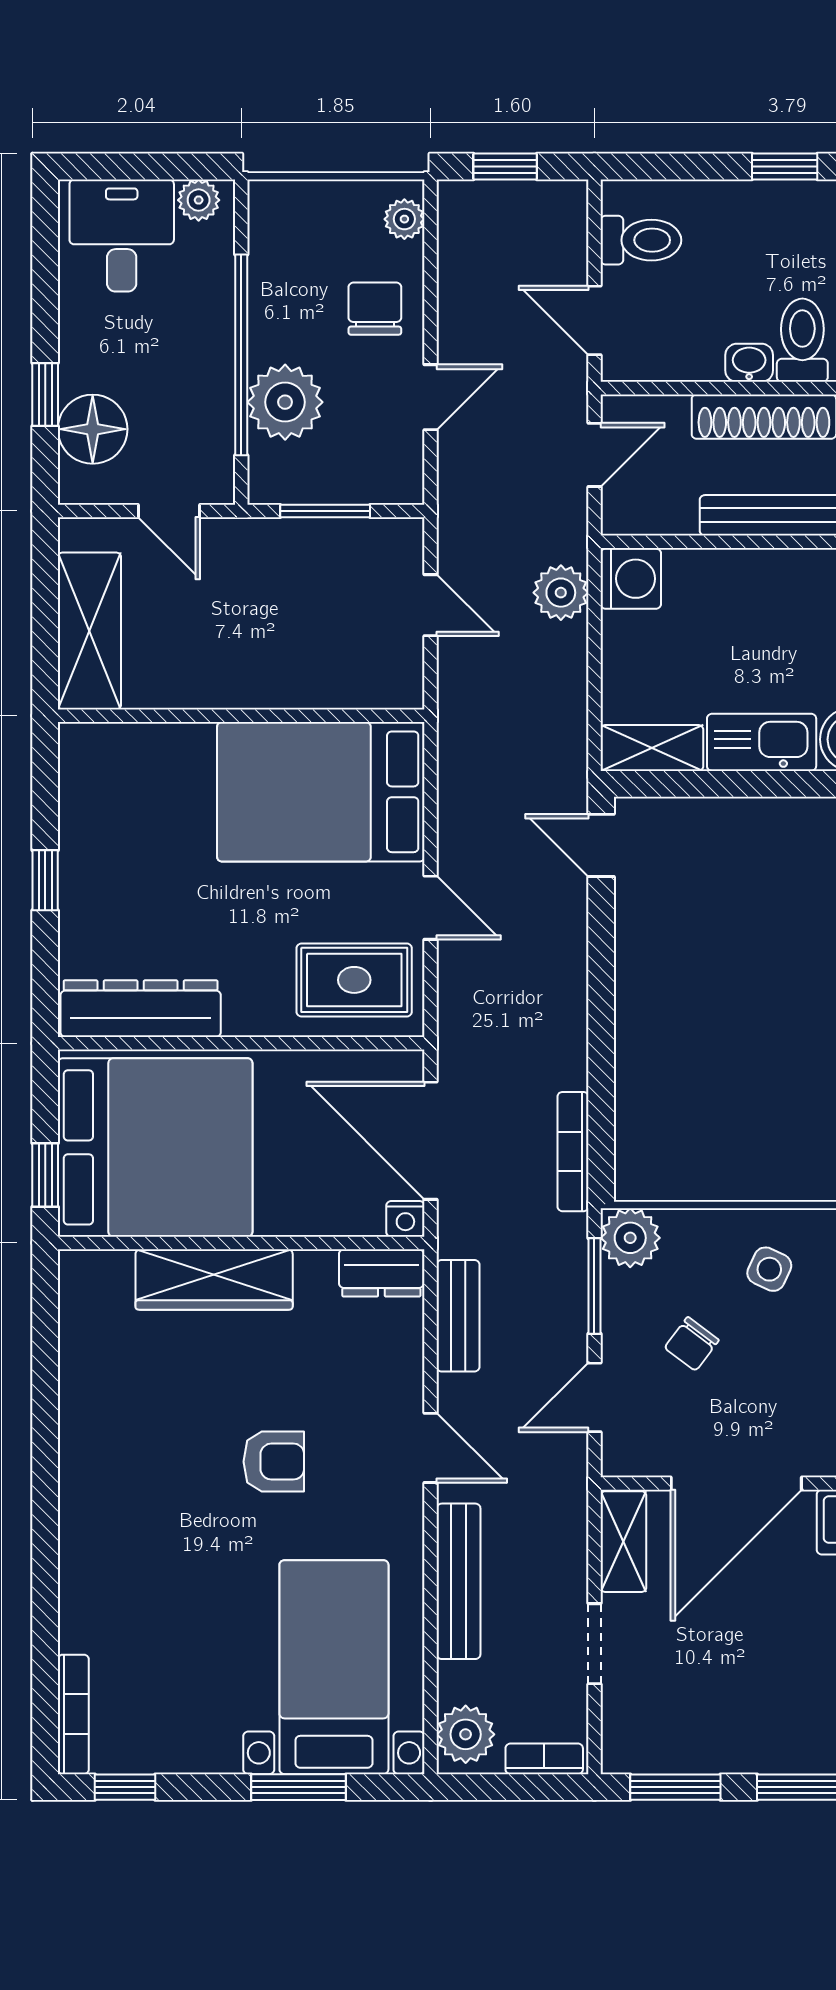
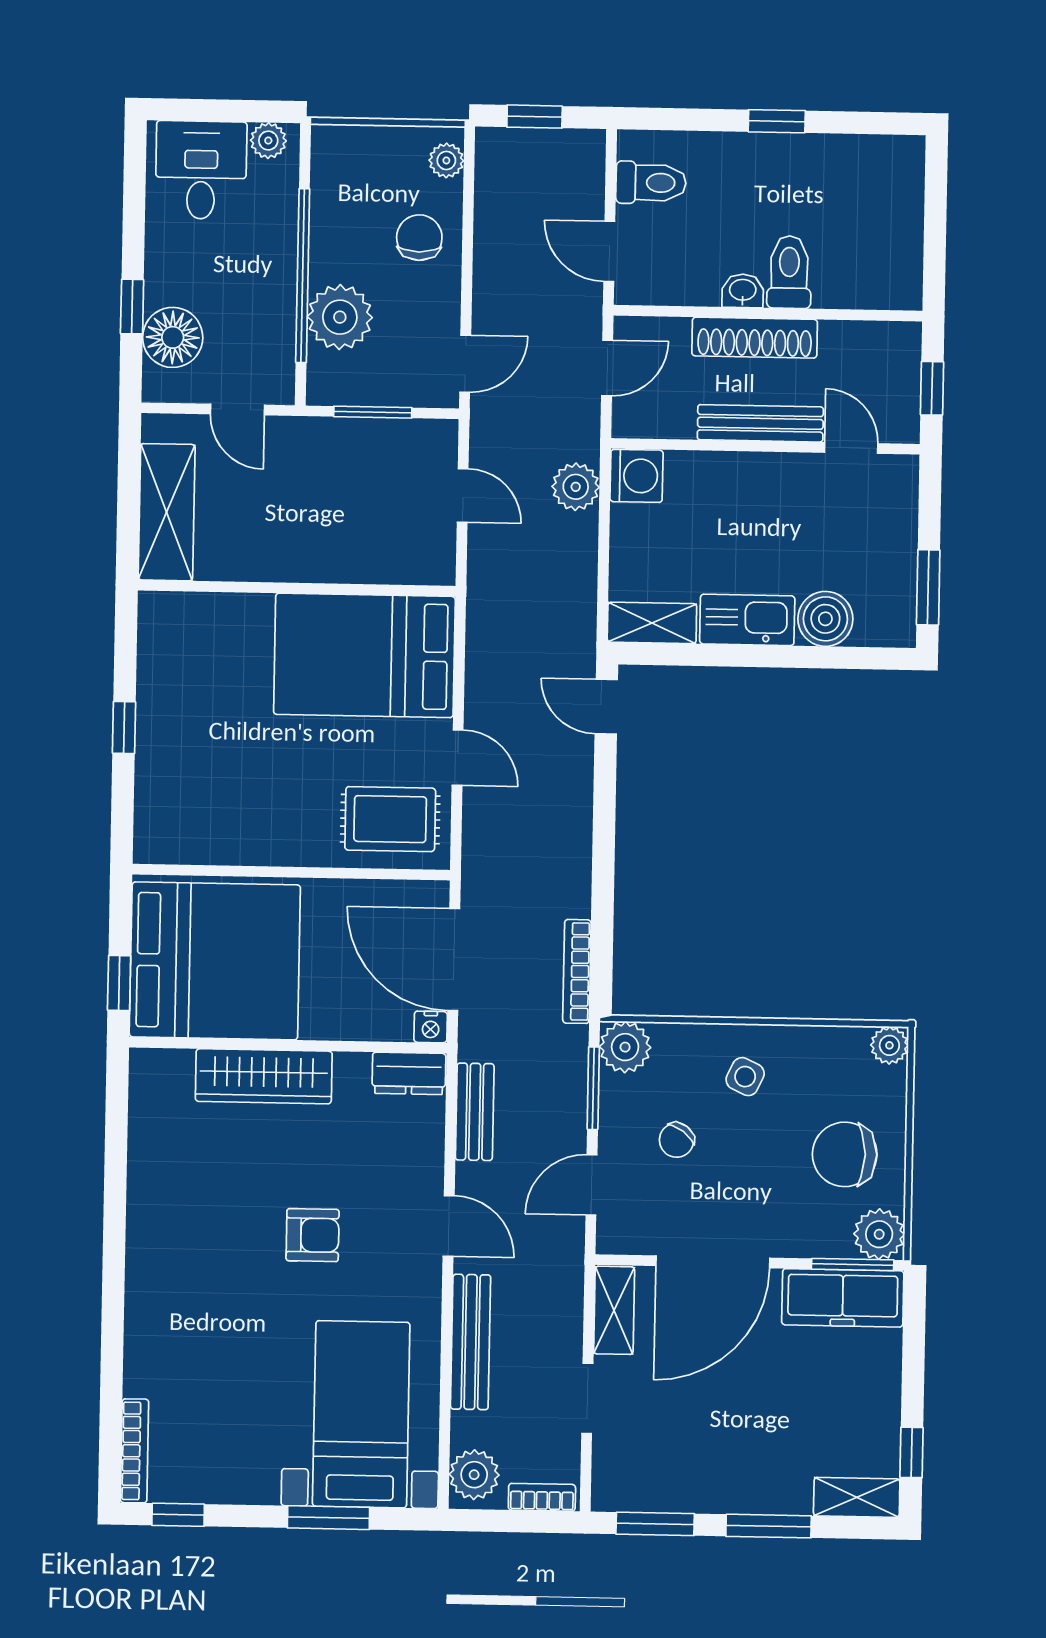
door: (431, 397) -> (465, 364), moved
dresser: (141, 1009) -> (205, 840), removed

